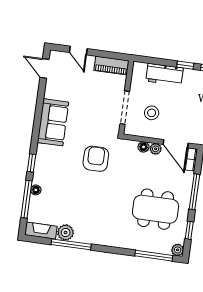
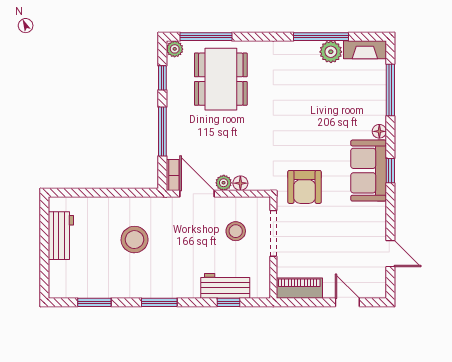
window: (185, 65) -> (229, 302), moved
door: (44, 68) -> (390, 254), moved
sofa: (53, 122) -> (369, 171), moved
armchair: (96, 159) -> (305, 187), moved
window: (31, 163) -> (390, 171), moved
floor lamp: (36, 190) -> (379, 131), moved
dining table: (156, 209) -> (221, 79), moved, turned 90

